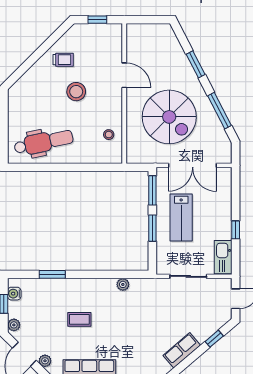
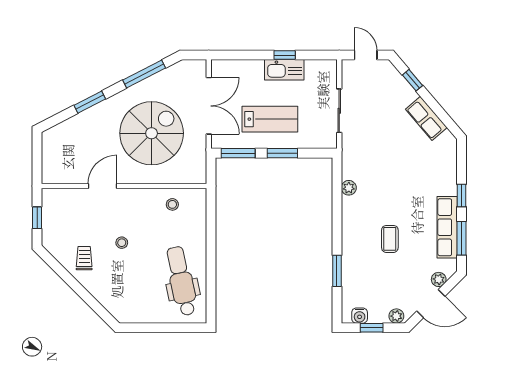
stool: (76, 92) -> (122, 243), width x0.53, depth x0.53
kitchen sink: (223, 257) -> (284, 70), moved

